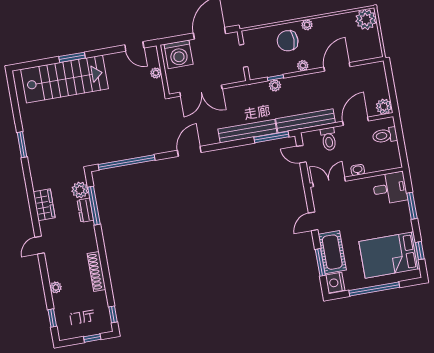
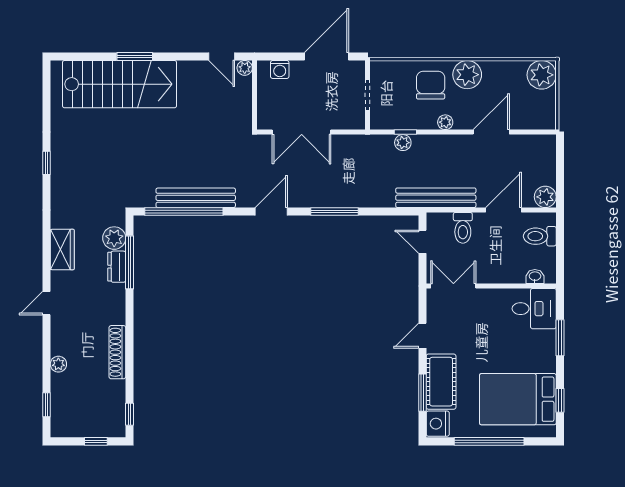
plant: (307, 25) -> (467, 75), width x1.88, depth x1.88
chair: (288, 41) -> (431, 85), turned 90
washing machine: (179, 54) -> (280, 69), width x0.53, depth x0.53
plant: (156, 73) -> (245, 68), moved
bench: (247, 131) -> (196, 198), moved
window: (271, 137) -> (334, 212), moved
window: (22, 145) -> (46, 163), width x0.67
washbasin: (358, 170) -> (535, 277), moved

